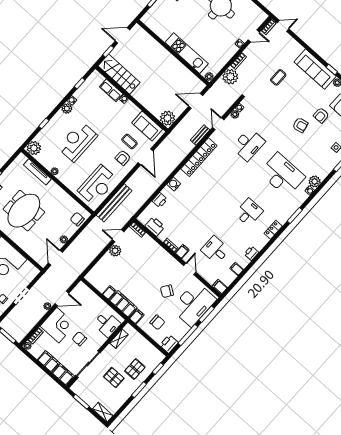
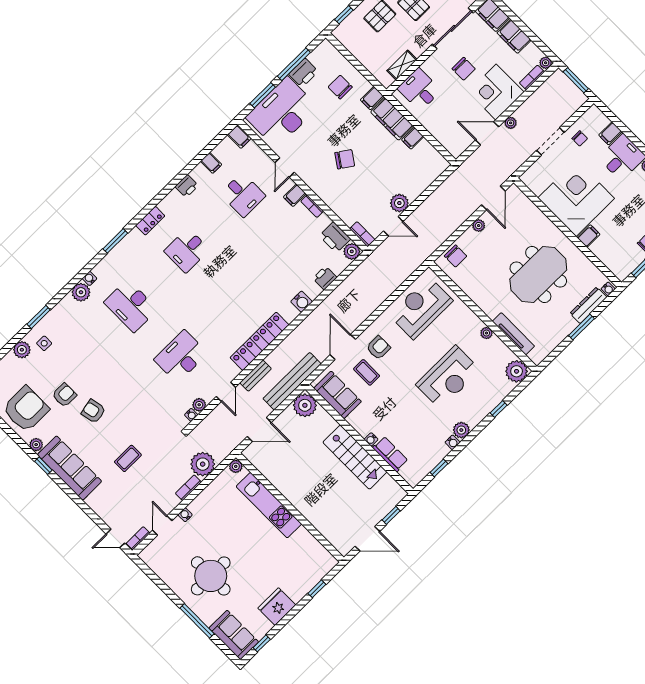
door: (254, 36) -> (162, 526), hinge flipped
stairs: (119, 74) -> (355, 457), moved
armchair: (300, 125) -> (93, 411), moved
desk: (282, 175) -> (131, 306), width x0.73, depth x0.77
bench: (114, 203) -> (292, 381), moved
plant: (144, 218) -> (352, 251), added
chair: (167, 291) -> (345, 159), moved
printer: (169, 344) -> (303, 73), moved

